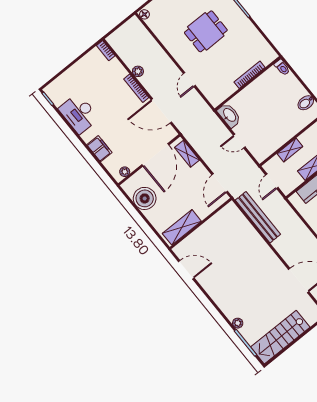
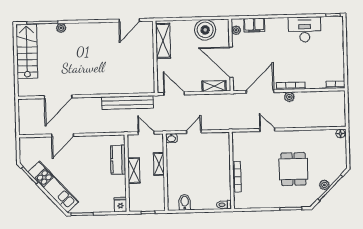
plant: (138, 71) -> (289, 97), moved
washbasin: (229, 115) -> (171, 138), moved, width x0.52, depth x0.69
filing cabinet: (99, 149) -> (254, 25), moved

